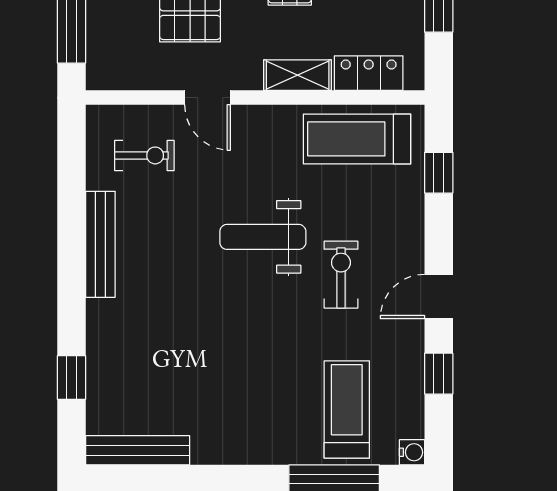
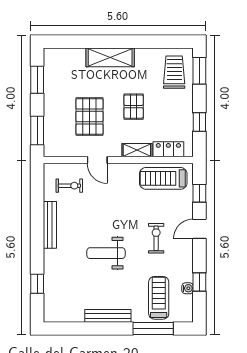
weight bench: (263, 237) -> (106, 253), moved
door: (439, 296) -> (199, 229), moved
bench: (138, 450) -> (108, 316), moved
water cooler: (412, 452) -> (188, 288), moved

